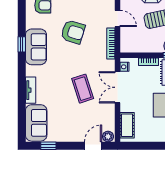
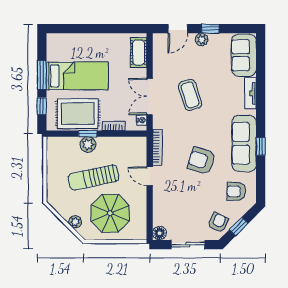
sofa: (36, 47) -> (244, 143), width x1.36
double door: (117, 87) -> (150, 96), swing flipped
plant: (108, 136) -> (202, 39), moved
window: (48, 146) -> (210, 29), moved

